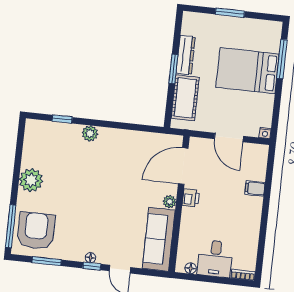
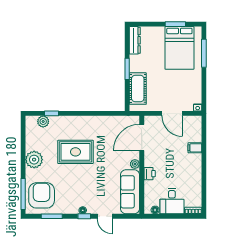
window: (230, 13) -> (175, 24), moved
dresser: (186, 55) -> (135, 40), moved
bed: (248, 71) -> (179, 48), moved, turned -90
plant: (90, 133) -> (43, 121), moved
rug: (89, 176) -> (75, 152), added
printer: (191, 198) -> (150, 174), moved

